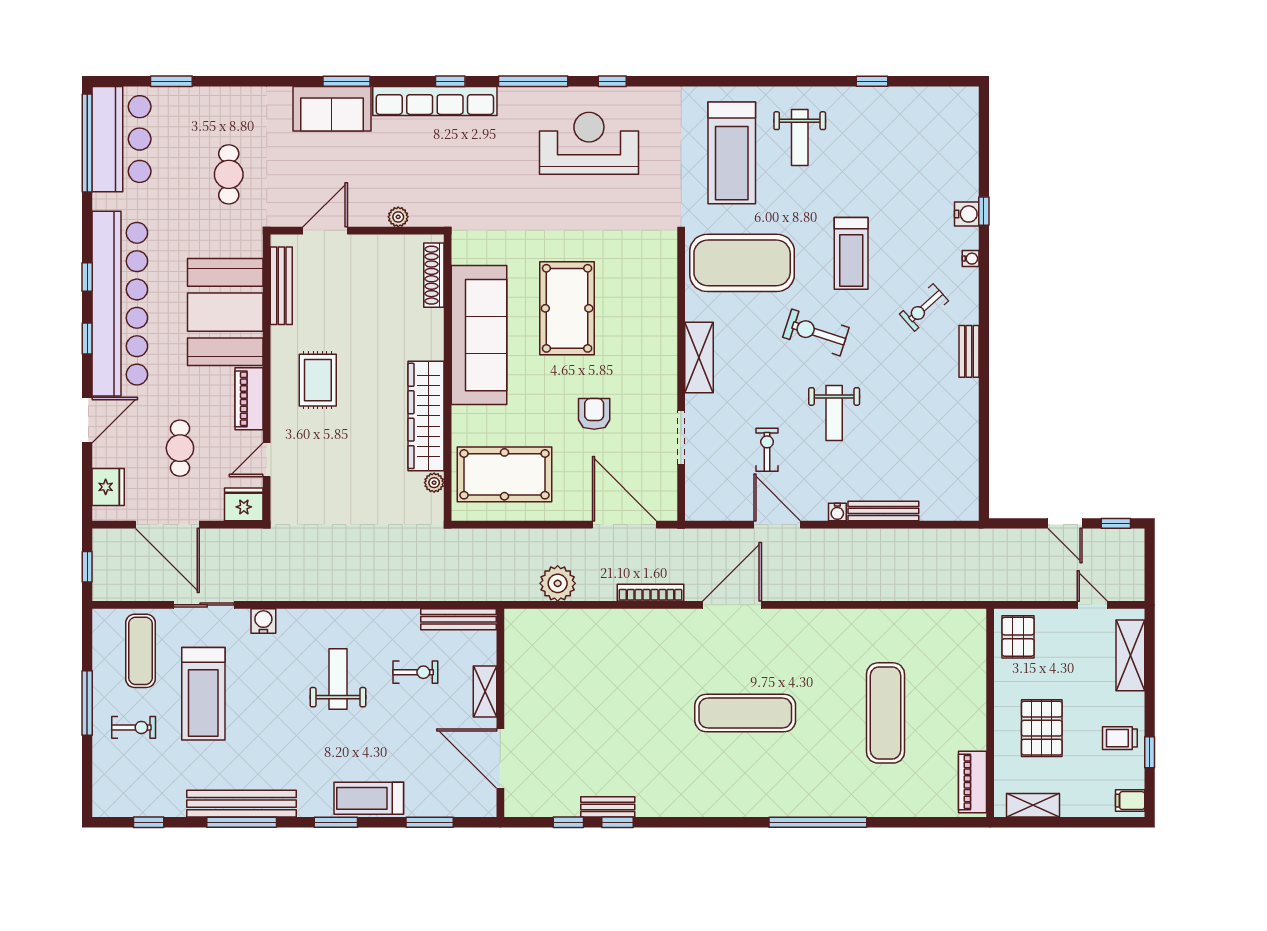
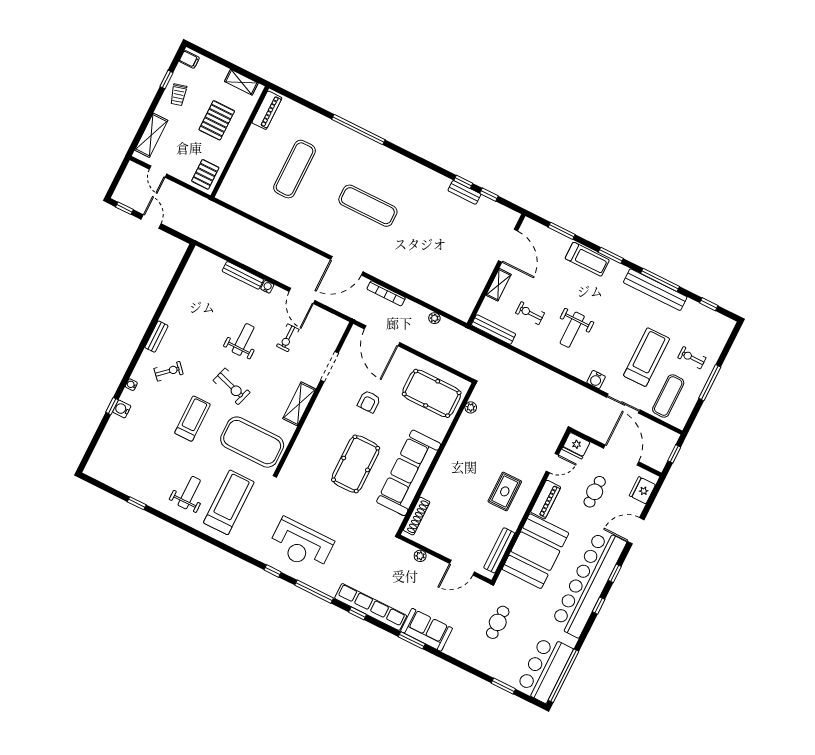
wardrobe: (426, 416) -> (457, 444), removed
plant: (558, 583) -> (434, 318), width x0.53, depth x0.53
trolley: (1120, 738) -> (178, 95), turned 75

